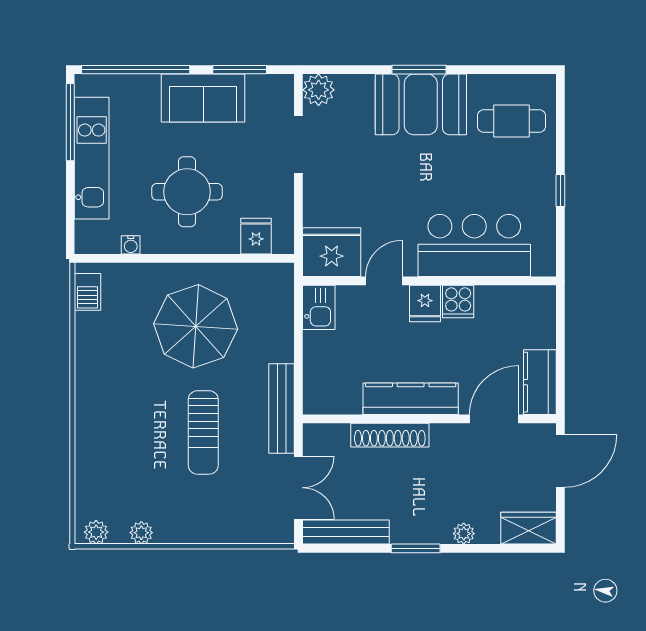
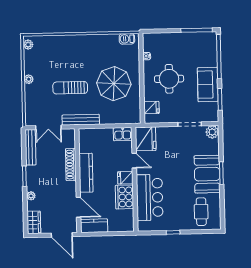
kitchen unit: (92, 158) -> (182, 39), removed
cooker: (458, 301) -> (124, 197), width x1.87, depth x1.31
plant: (141, 533) -> (29, 79), moved

